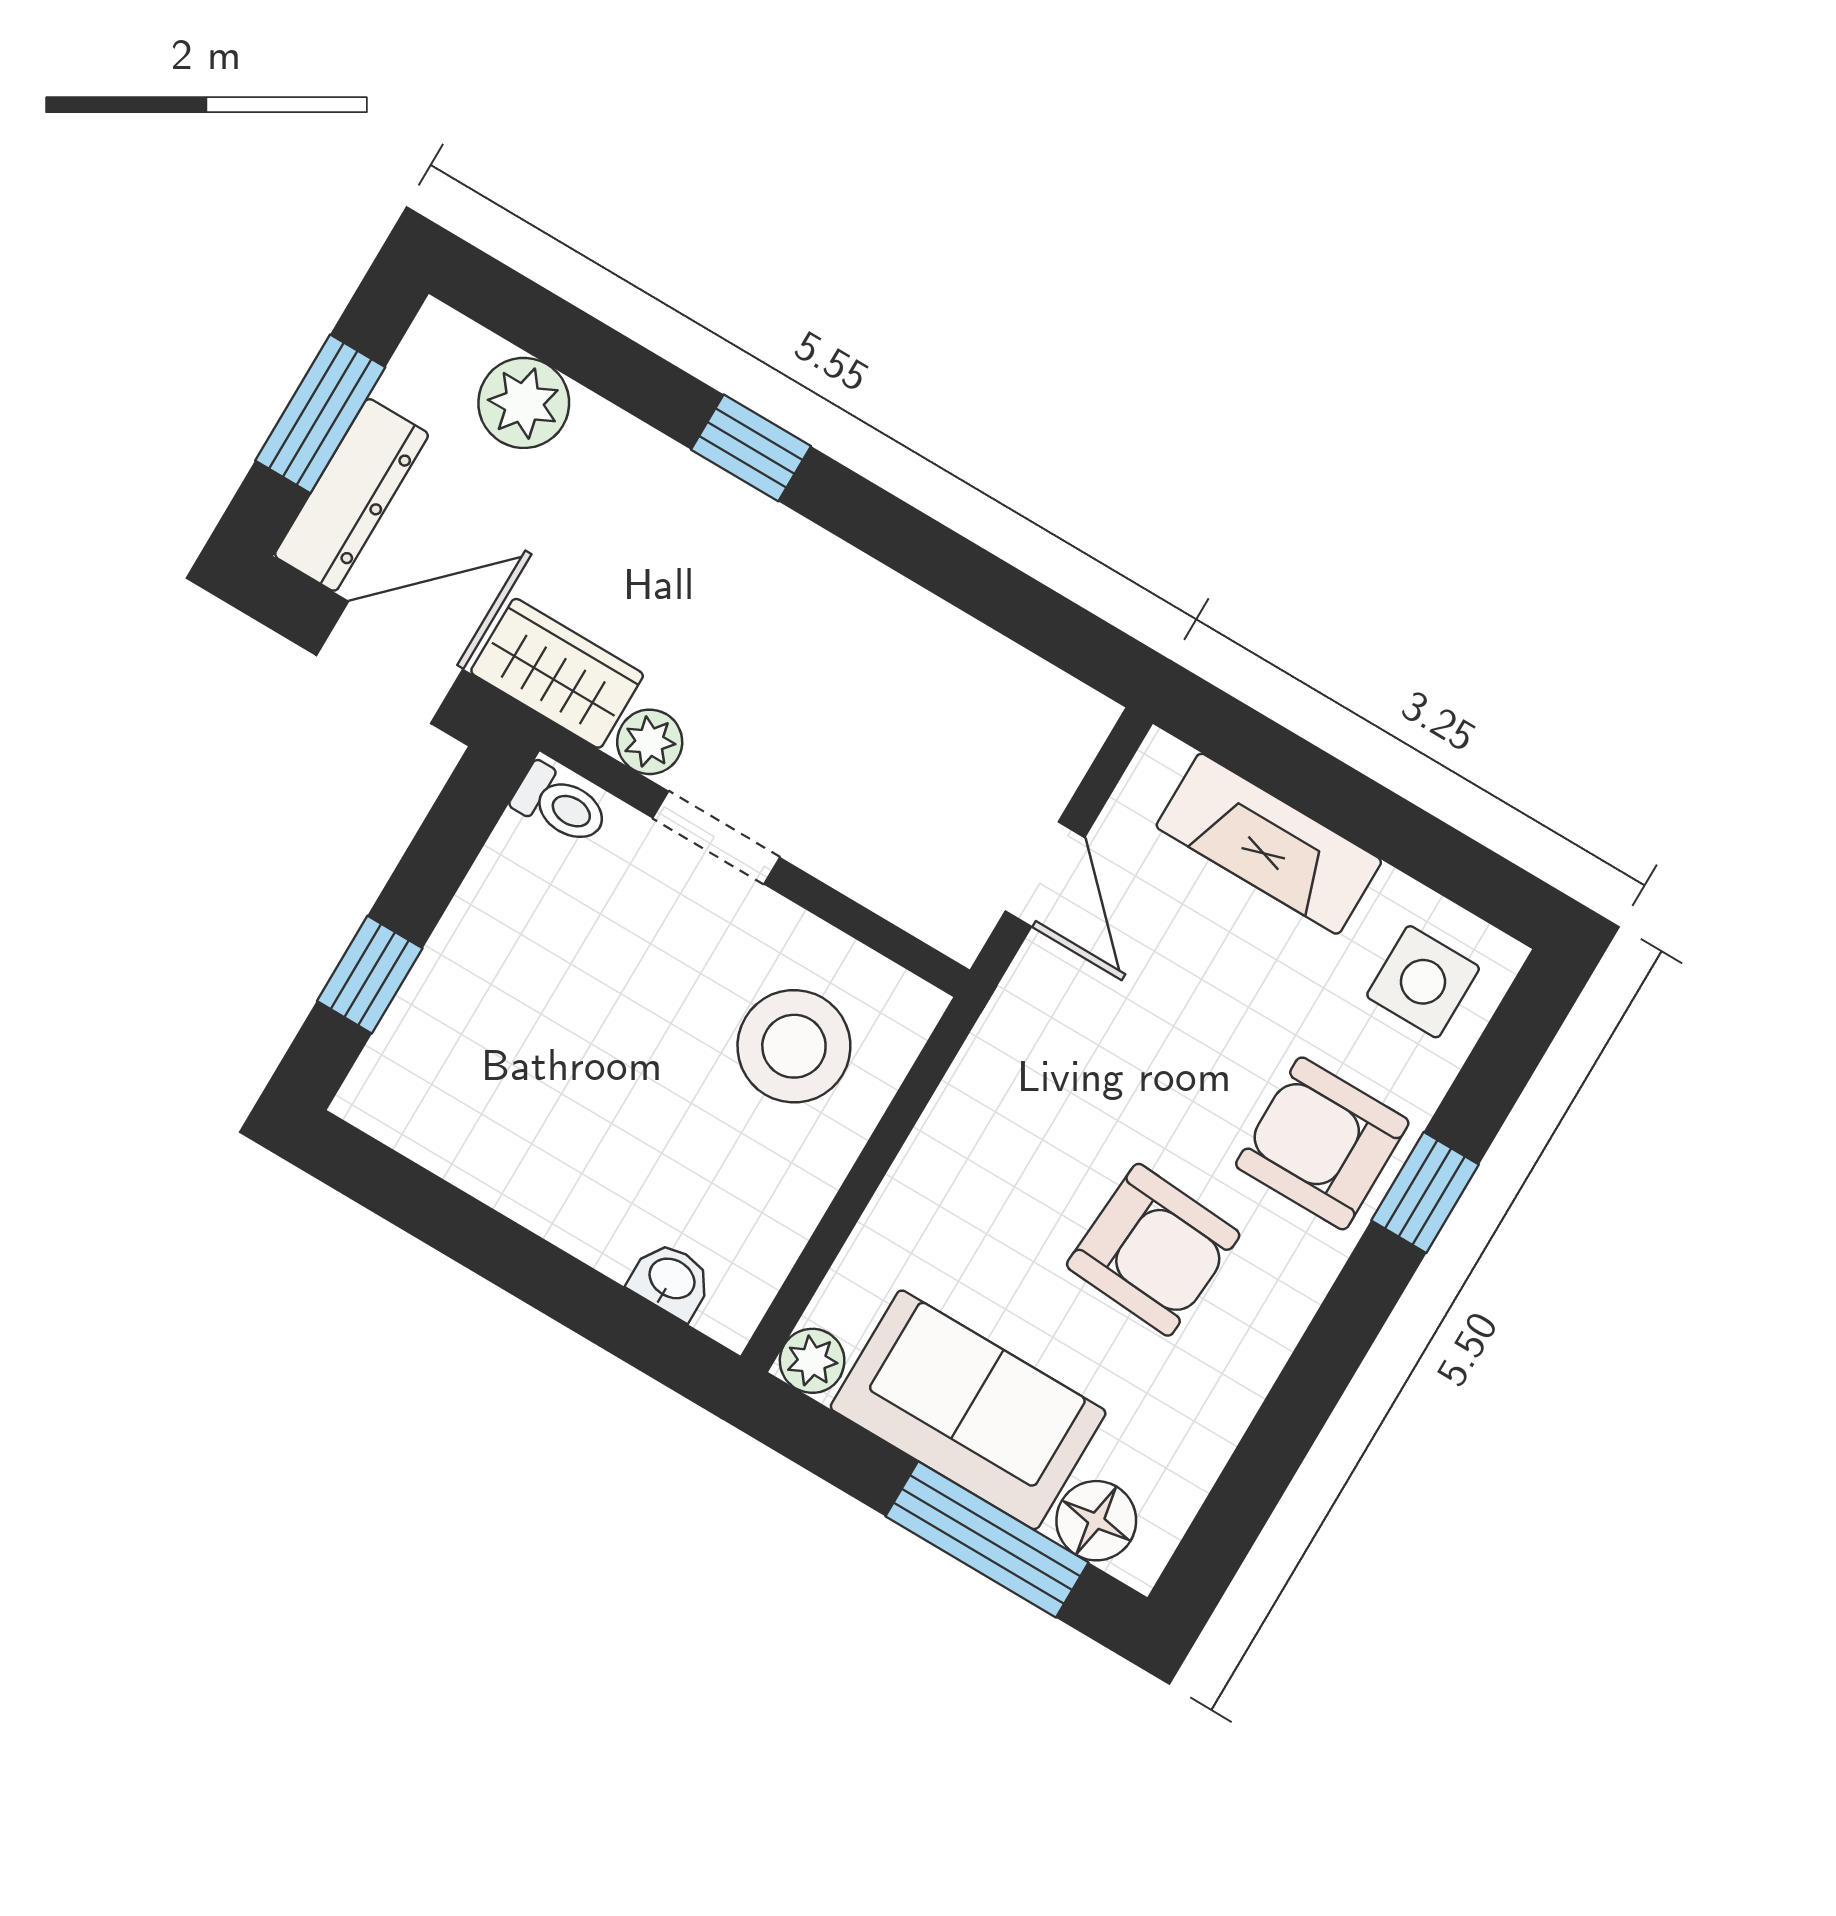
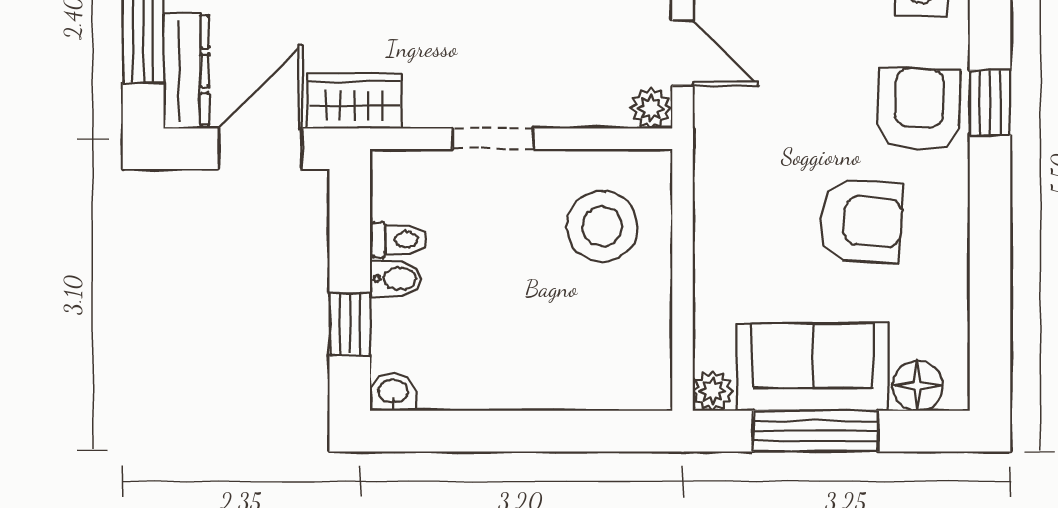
plant: (650, 742) -> (651, 108), moved
toilet: (560, 805) -> (398, 240), moved
bidet: (469, 950) -> (396, 279), added
armchair: (1322, 1143) -> (919, 109), turned 92
washbasin: (671, 1280) -> (393, 392), moved
window: (987, 1539) -> (815, 431), moved

